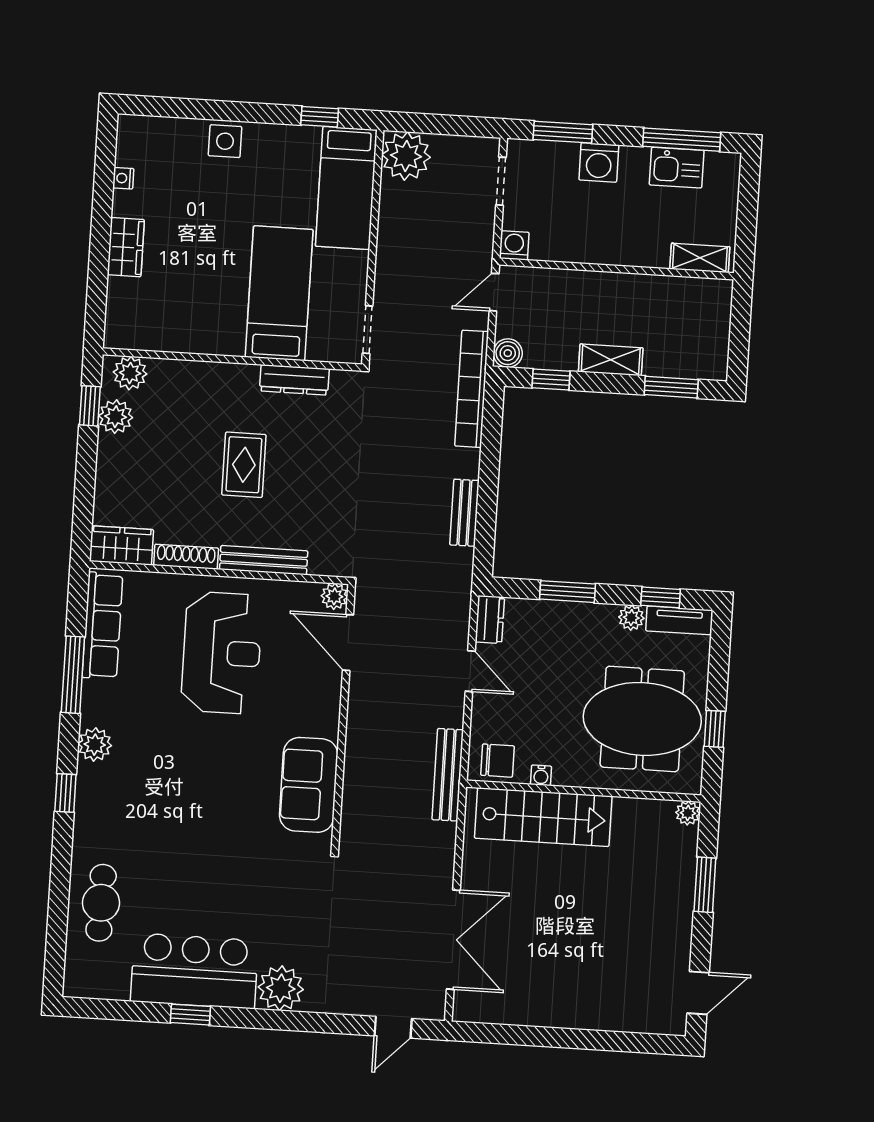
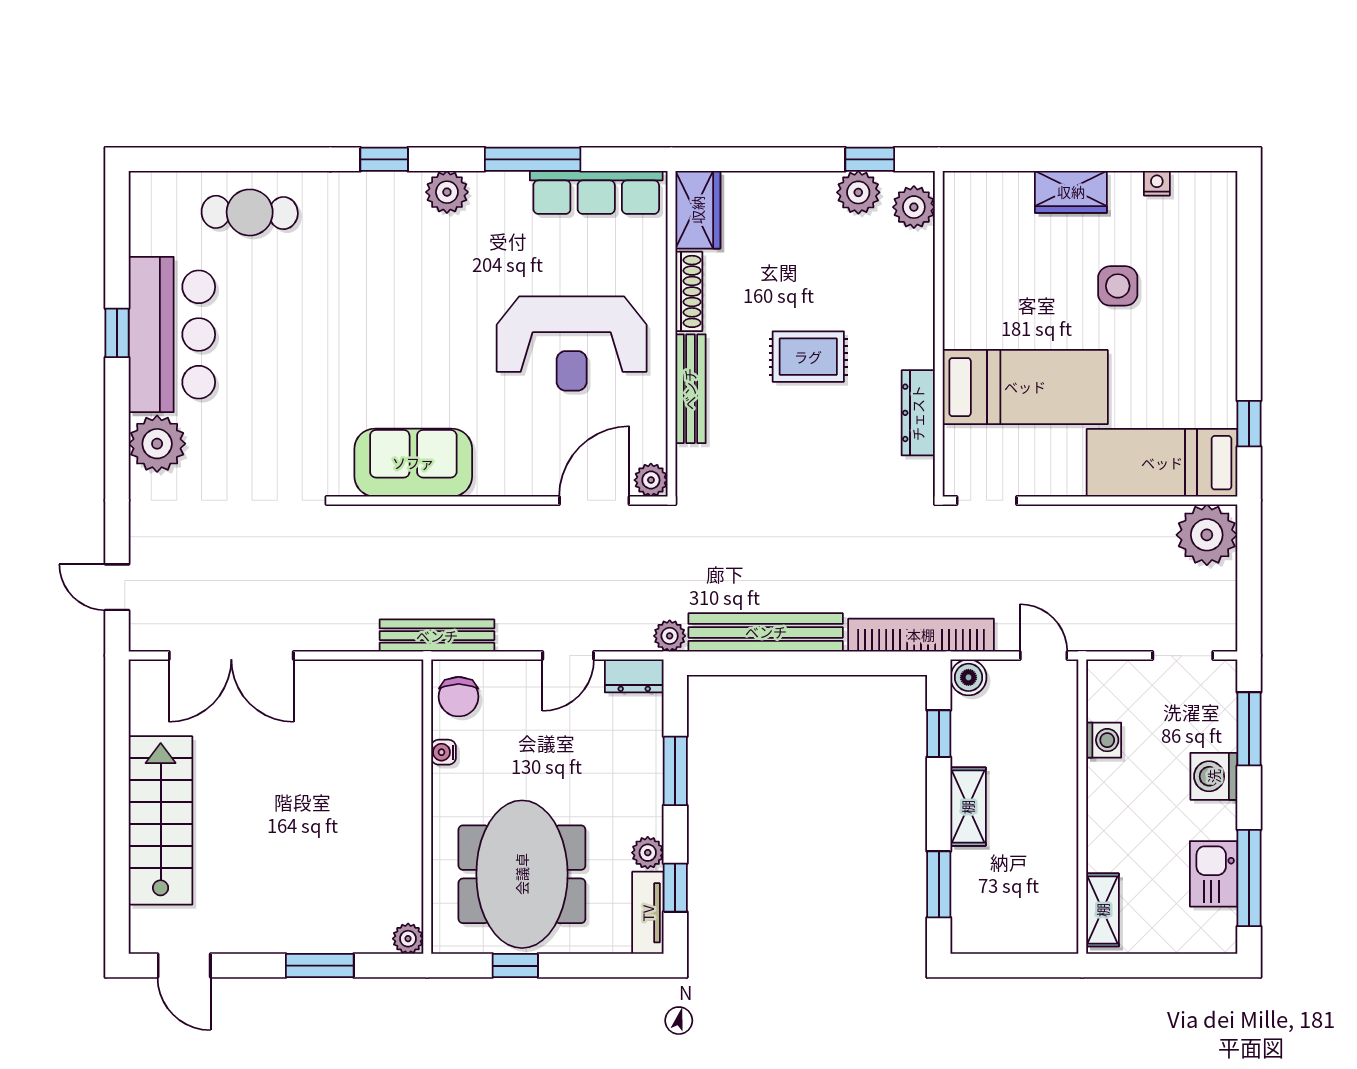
side table: (225, 141) -> (1118, 286), moved
washing machine: (514, 245) -> (1104, 740), moved
bench: (464, 513) -> (766, 632), width x1.86, depth x1.21
plant: (460, 589) -> (670, 636), added
stairs: (543, 817) -> (161, 820), moved, turned 180

